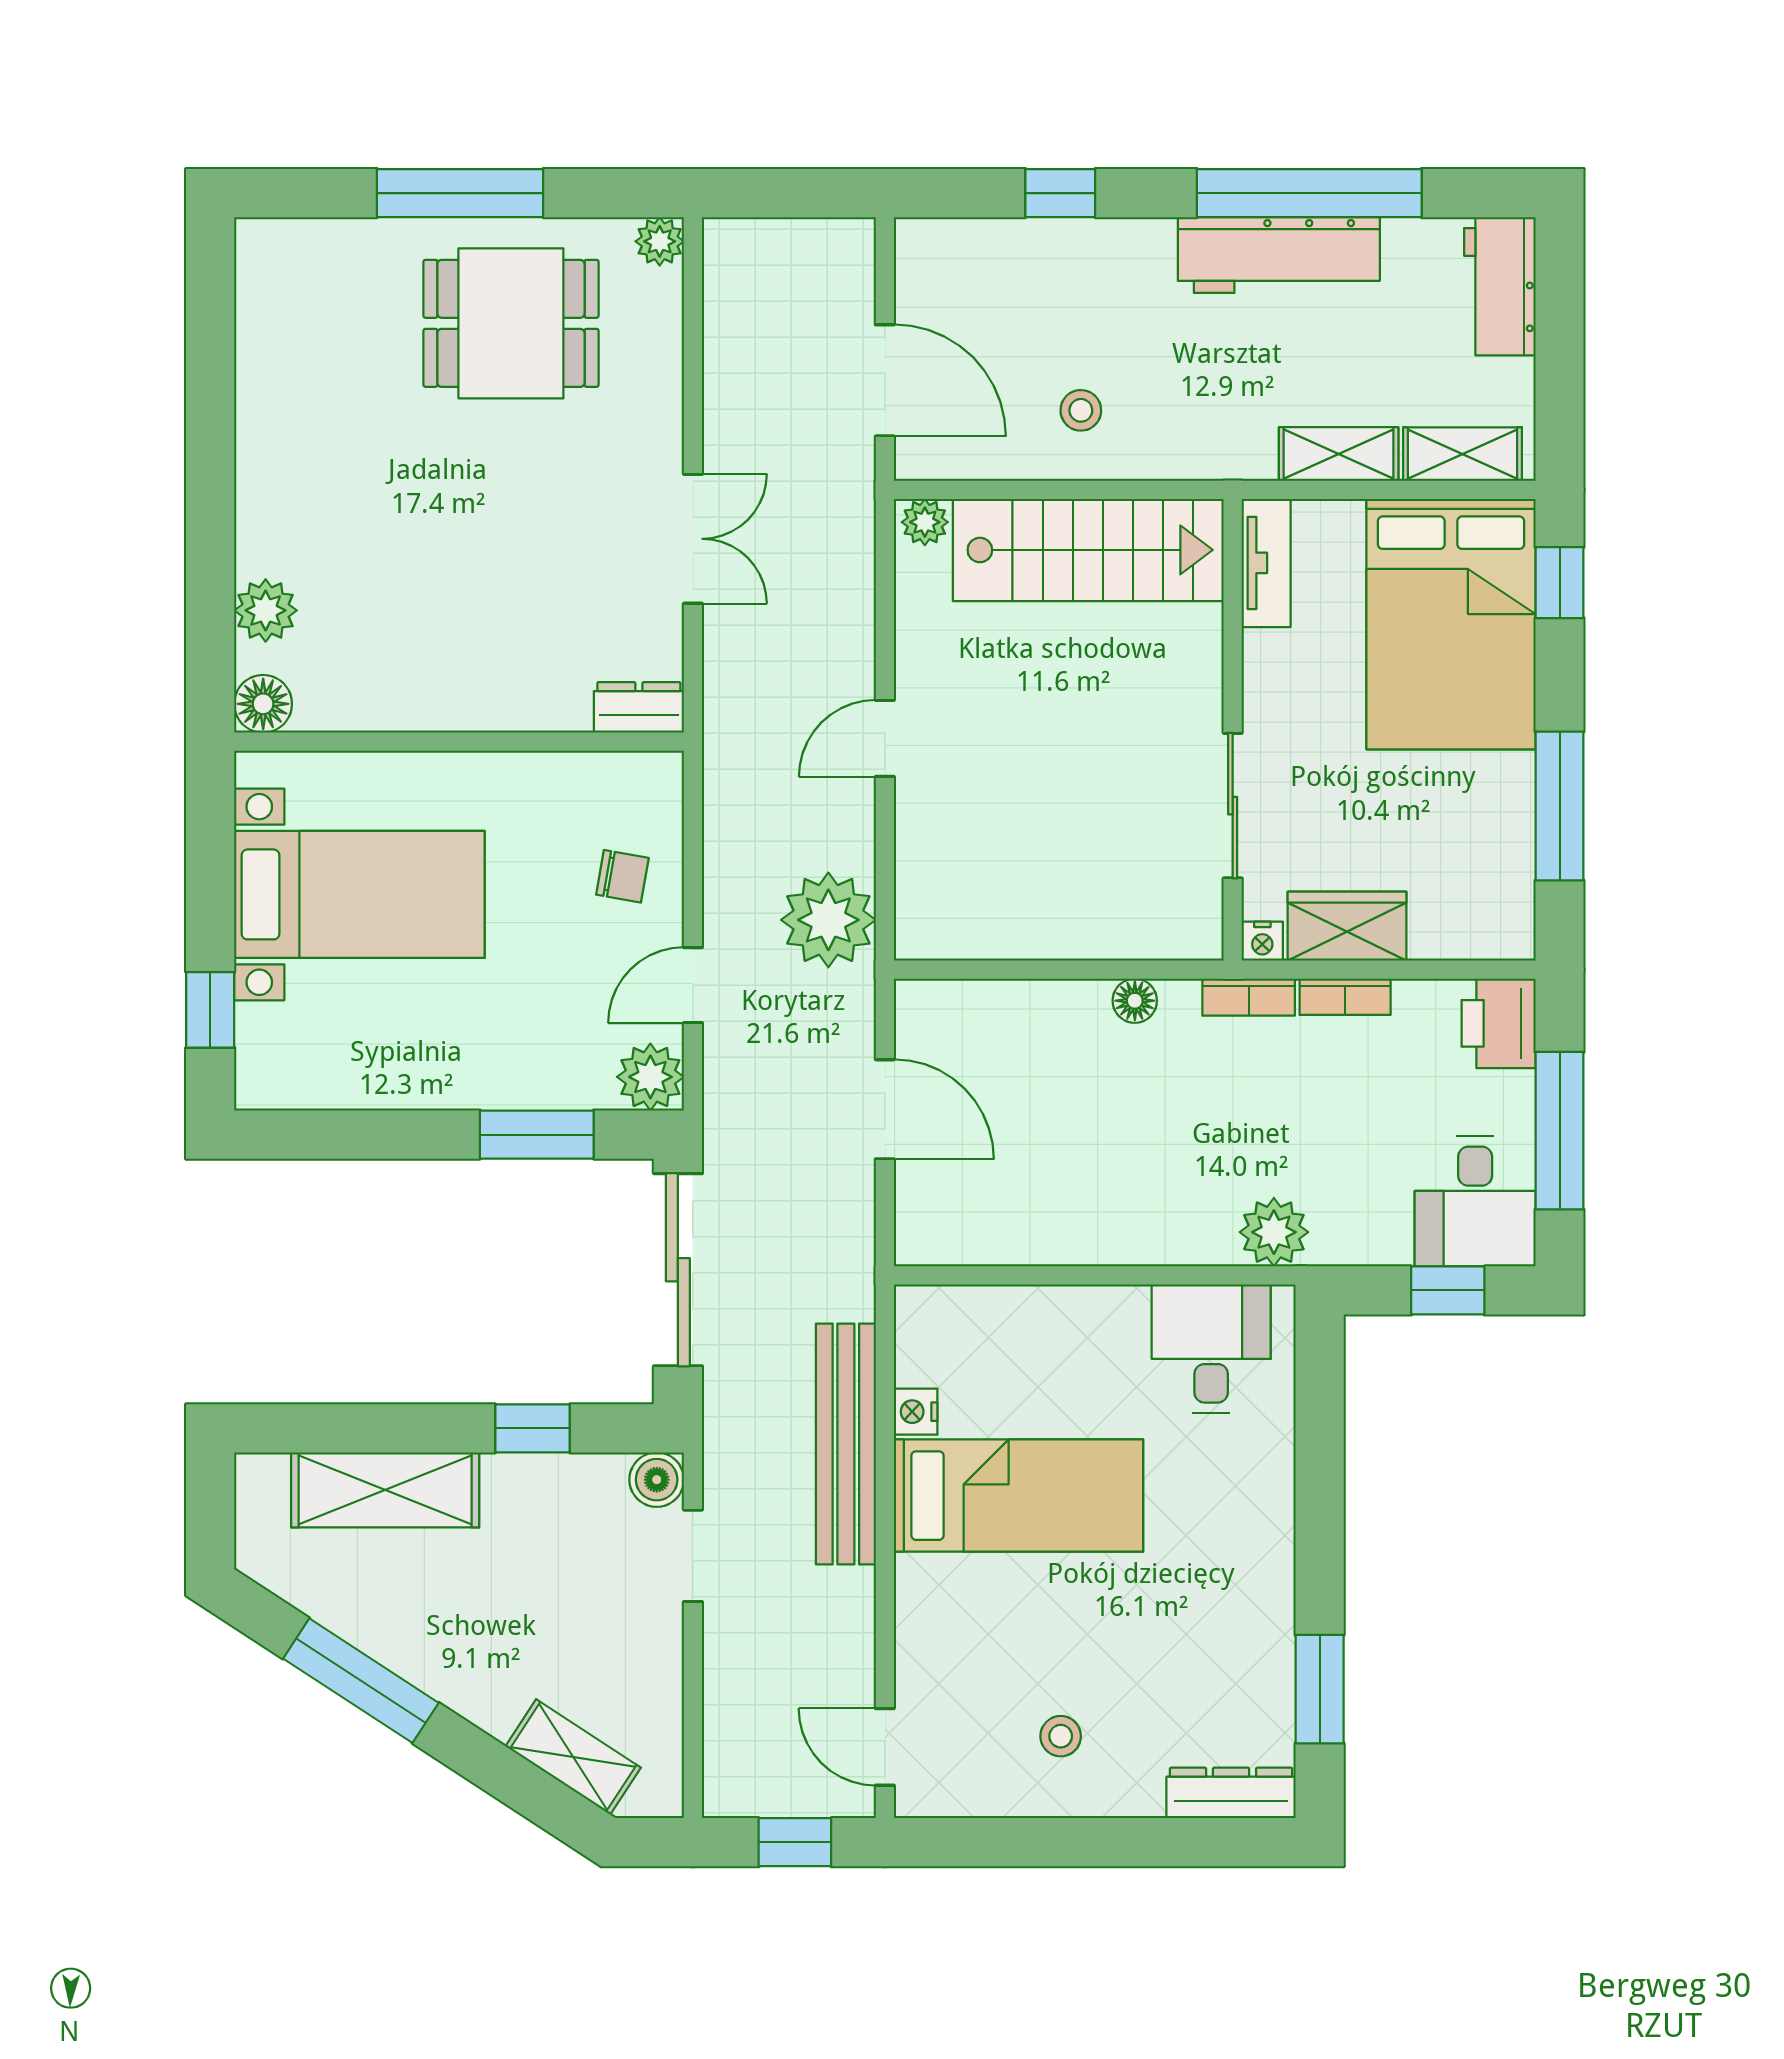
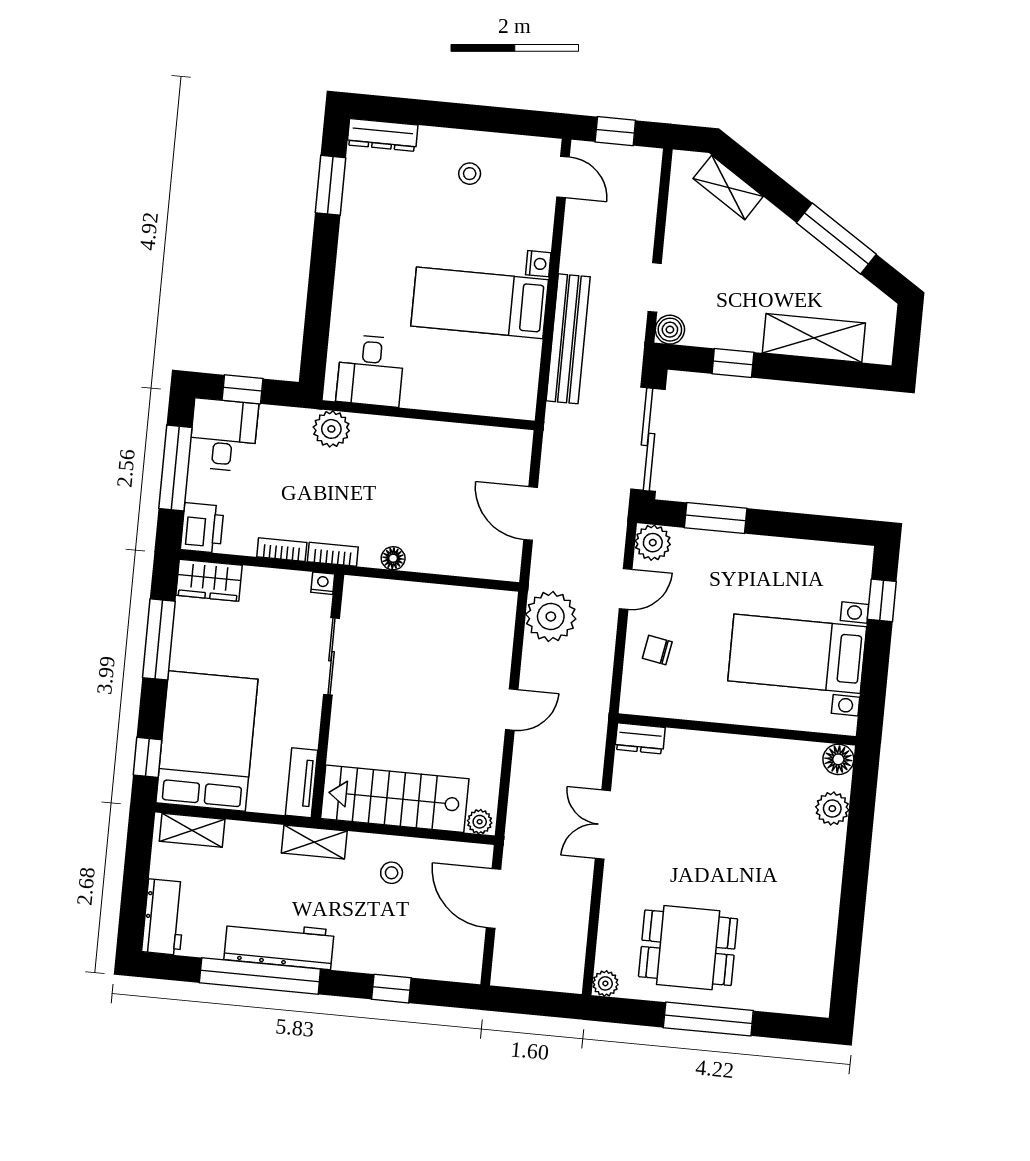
shelving: (1339, 454) -> (314, 842), moved
wardrobe: (1347, 926) -> (209, 580), moved
nightstand: (916, 1412) -> (538, 264), moved

